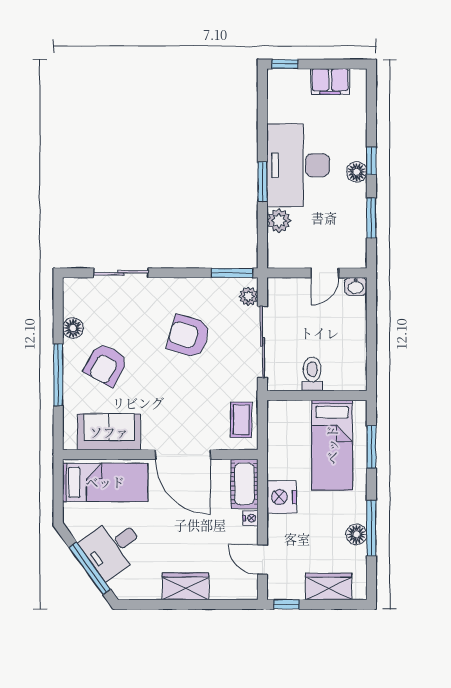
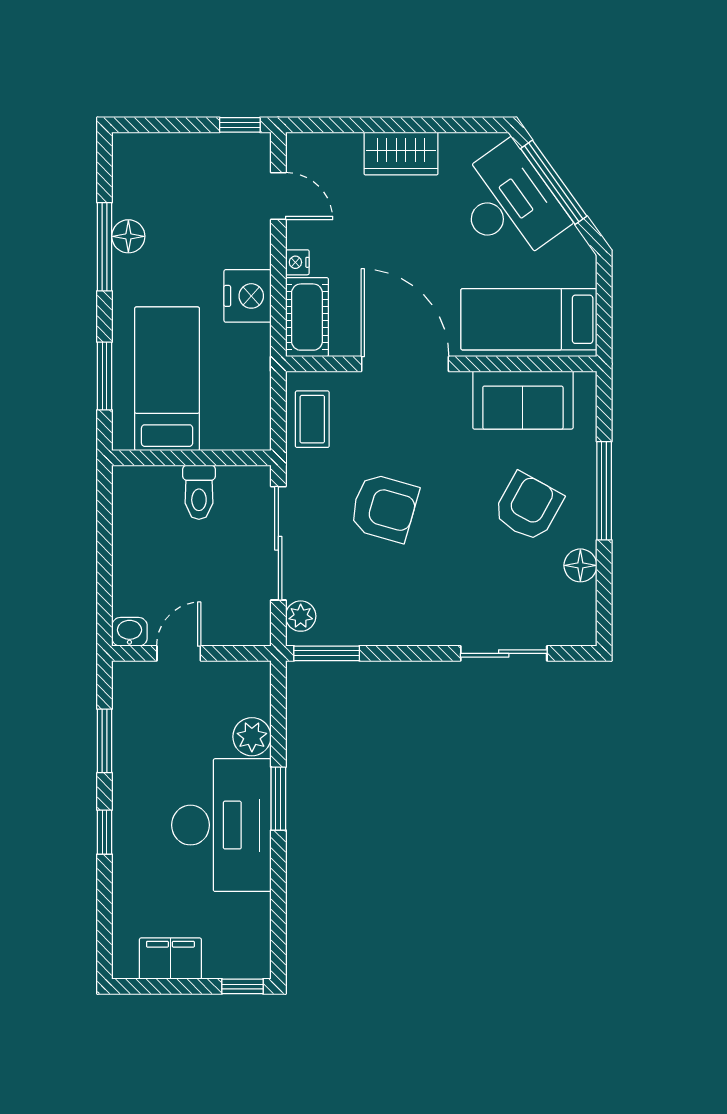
floor lamp: (357, 172) -> (128, 814), removed
armchair: (189, 336) -> (384, 508), moved
desk: (113, 547) -> (509, 204), width x1.37
wardrobe: (329, 586) -> (173, 153), removed

